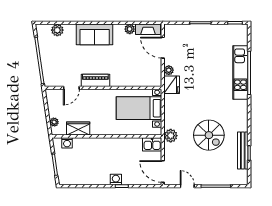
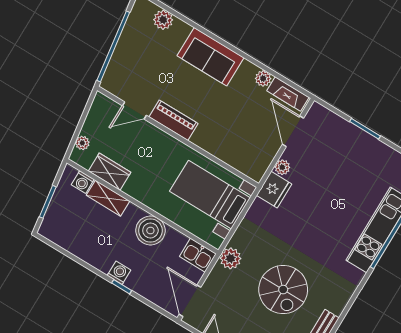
shelving: (86, 143) -> (108, 198), added
boiler: (119, 147) -> (150, 230), added

